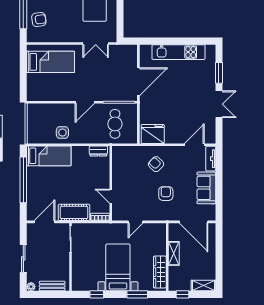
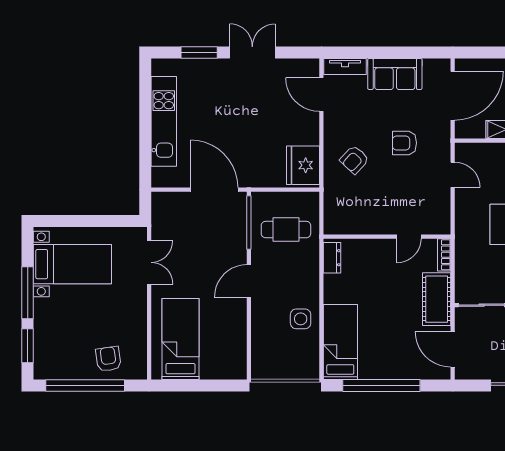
door: (85, 102) -> (249, 281), swing flipped
door: (135, 222) -> (453, 175), moved

